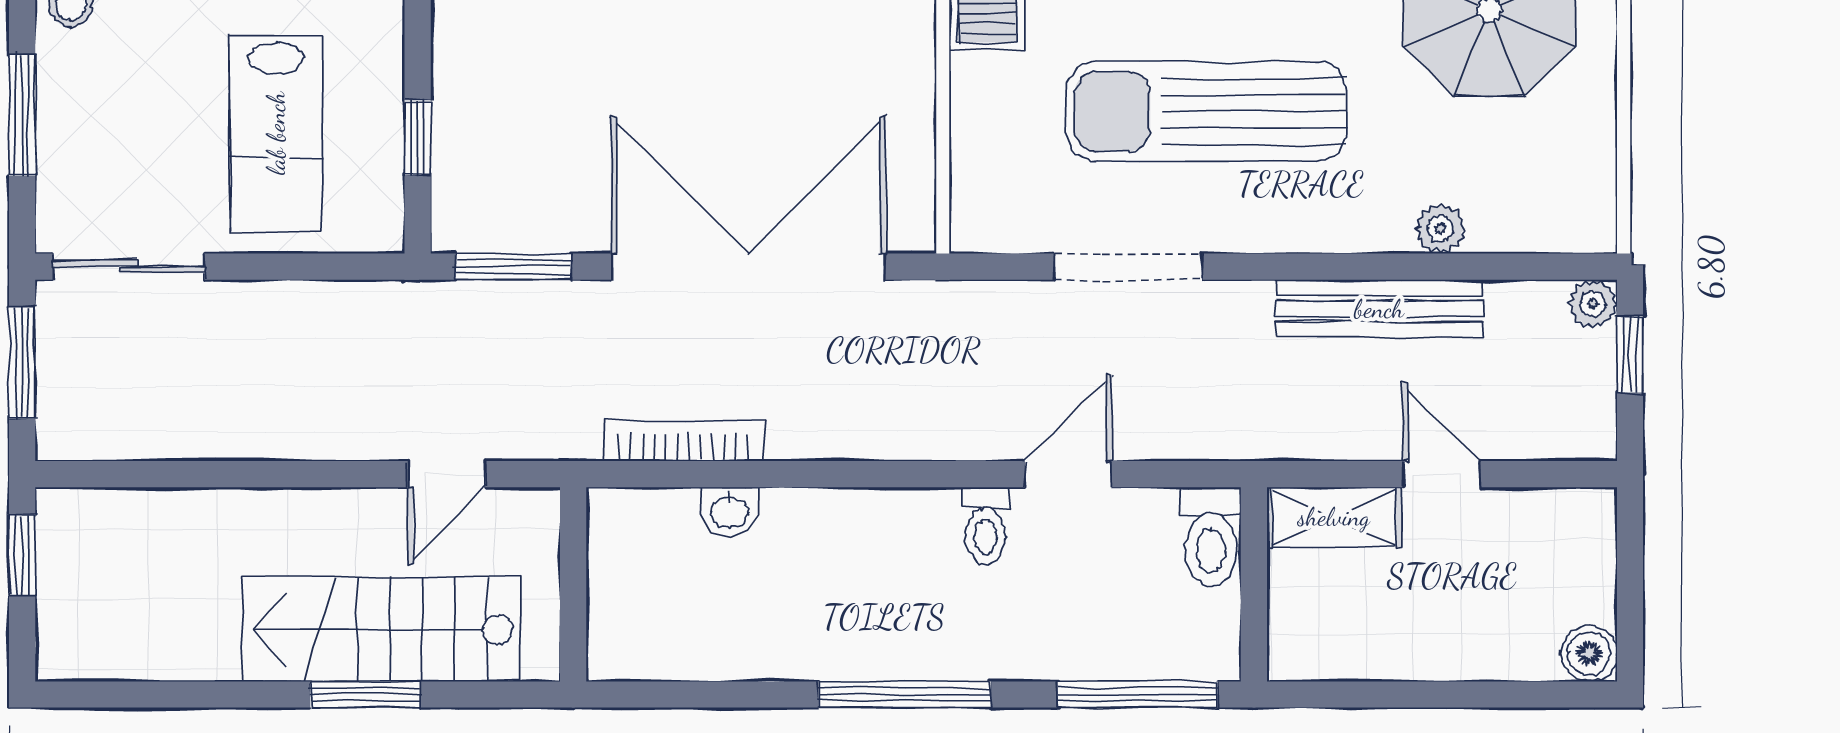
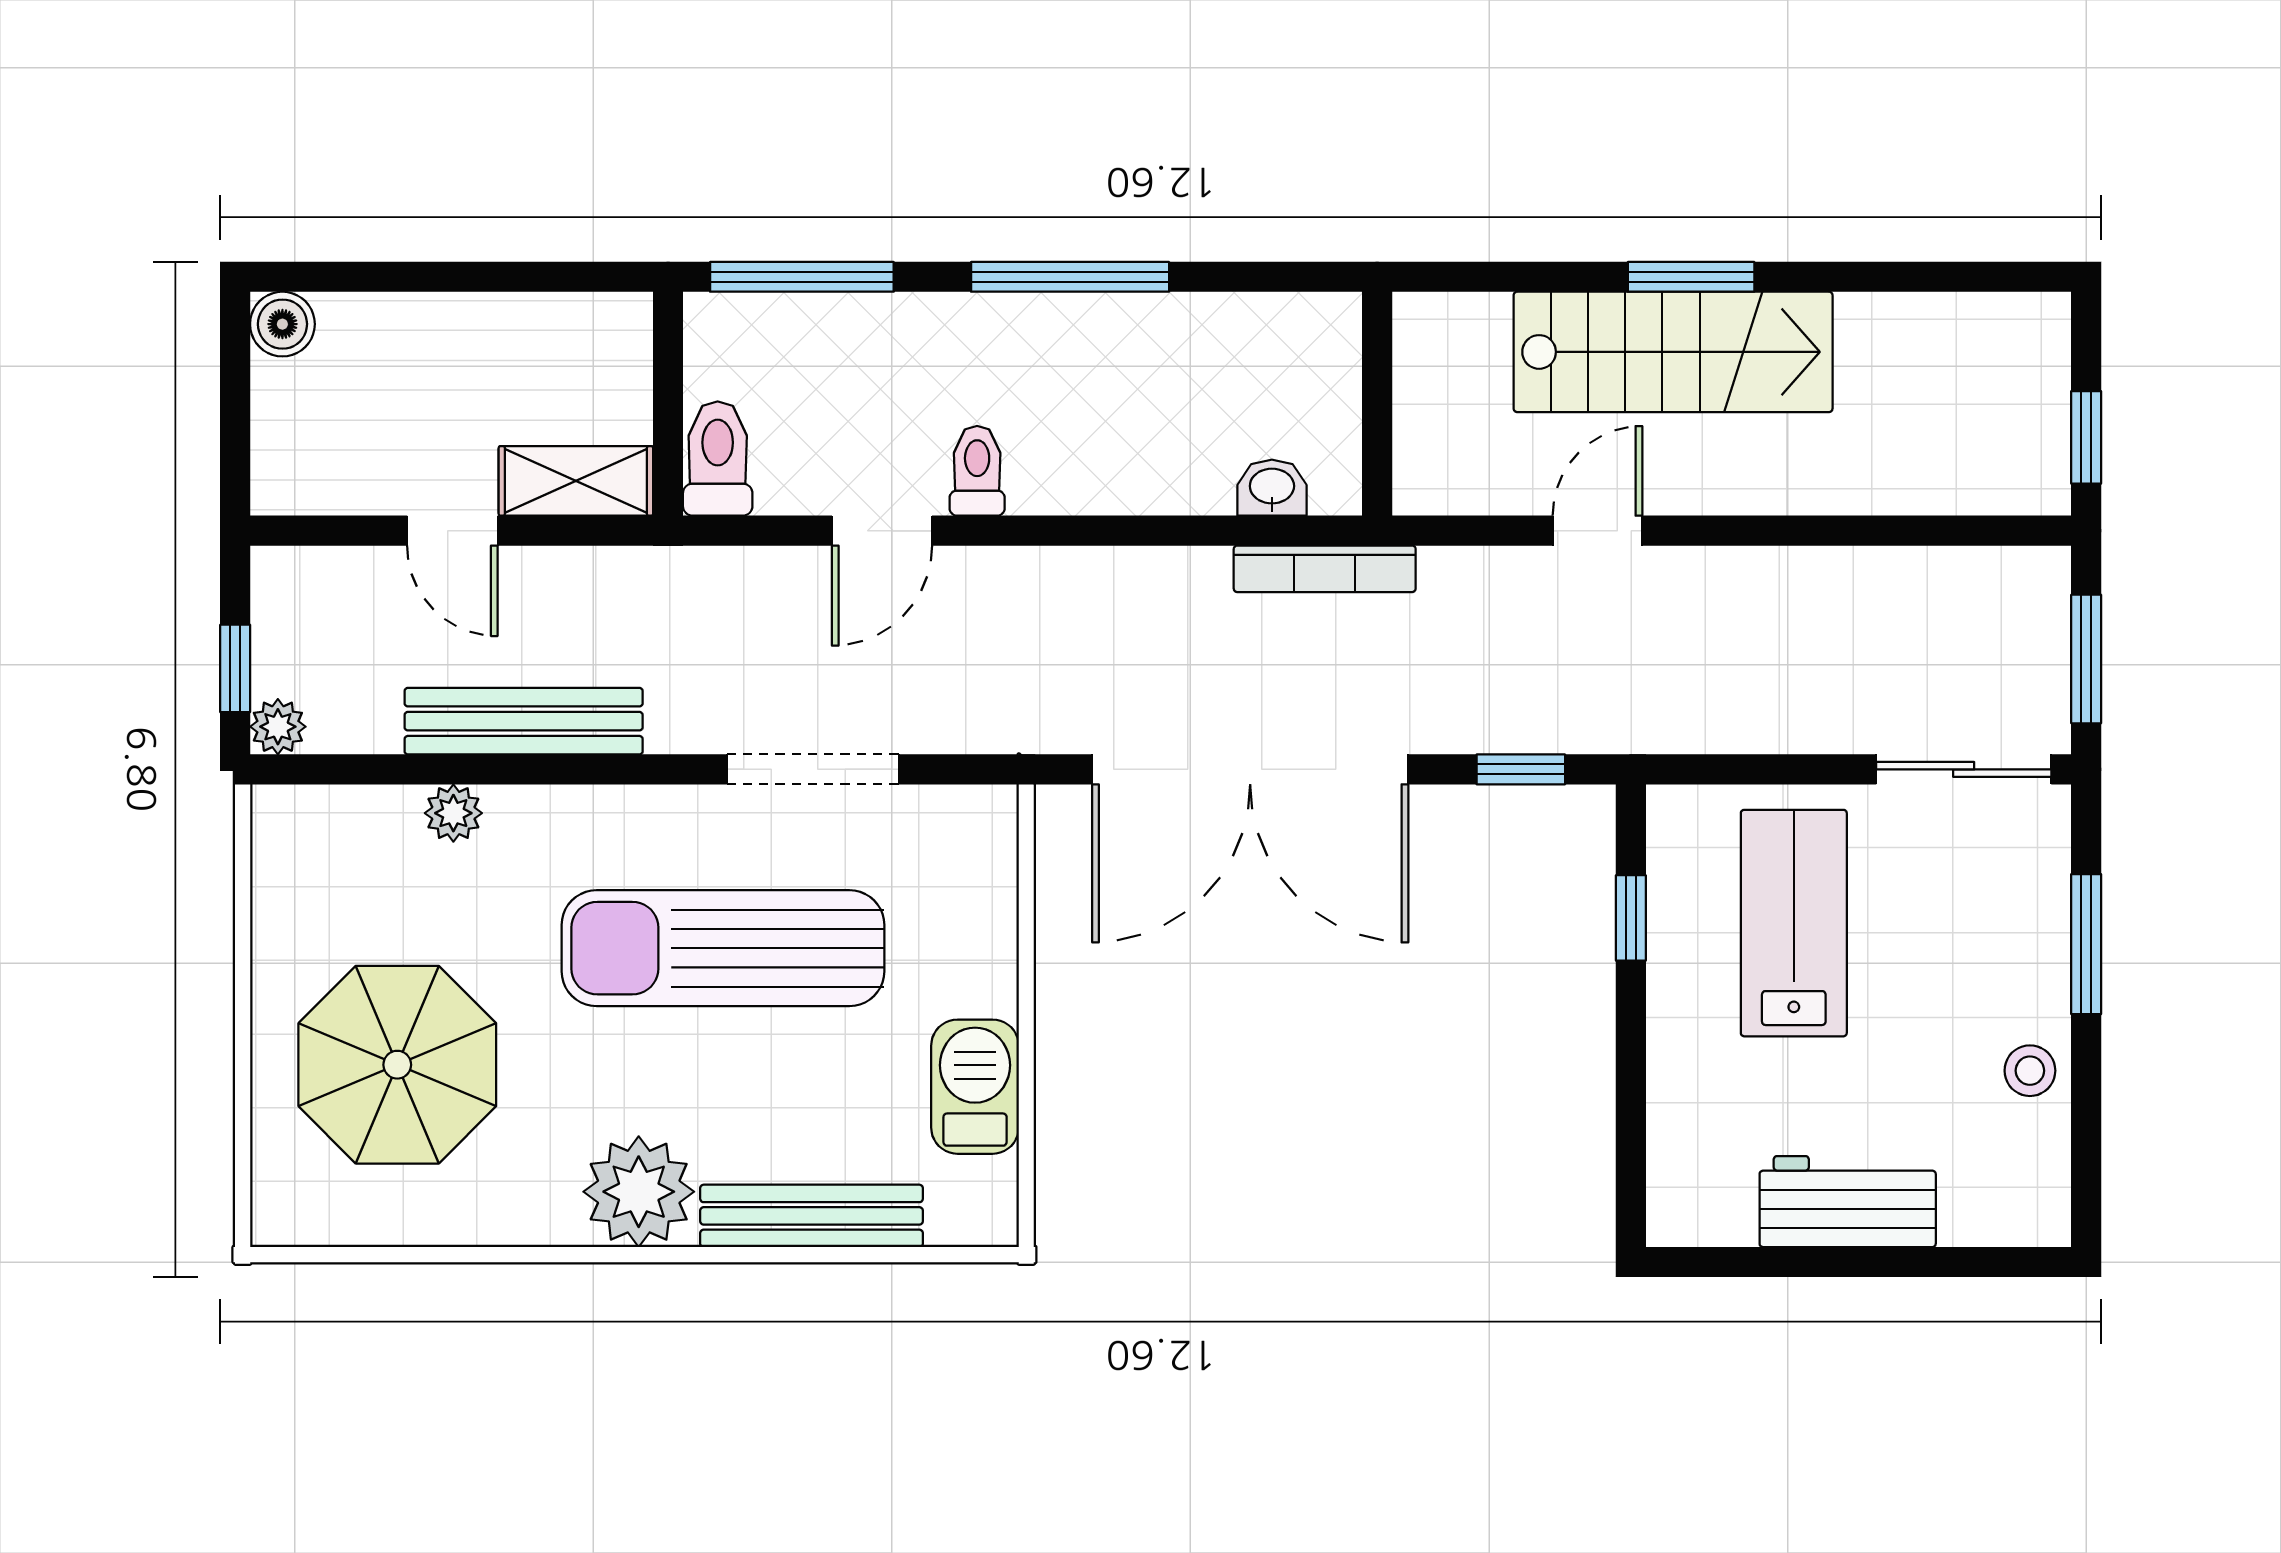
sun lounger: (1206, 111) -> (723, 948), turned 180
window: (513, 267) -> (1521, 769), width x0.67
wall: (573, 584) -> (1377, 404), moved

